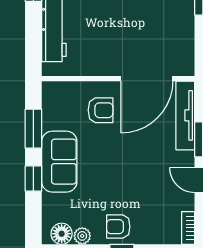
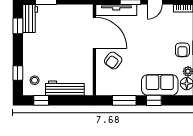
armchair: (100, 110) -> (113, 61), turned -144
sofa: (59, 162) -> (160, 85), moved

